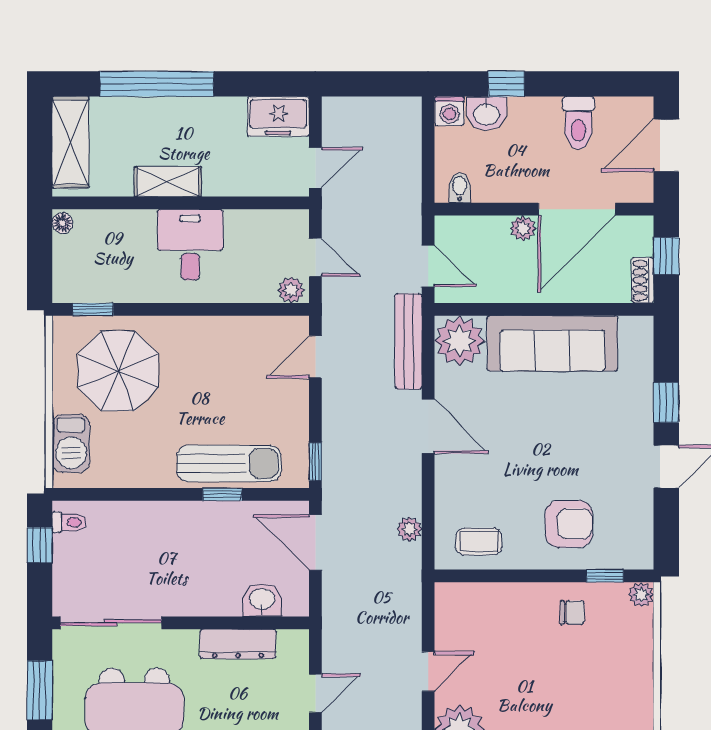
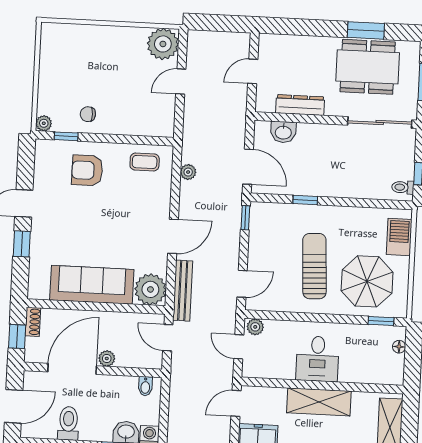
shelving: (168, 182) -> (319, 402), width x1.50, depth x1.33
floor lamp: (62, 223) -> (399, 347), moved
door: (428, 426) -> (173, 236), swing flipped
sun lounger: (229, 463) -> (314, 266), moved, turned 87

